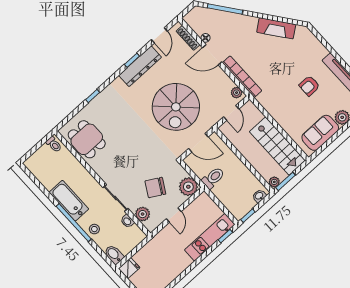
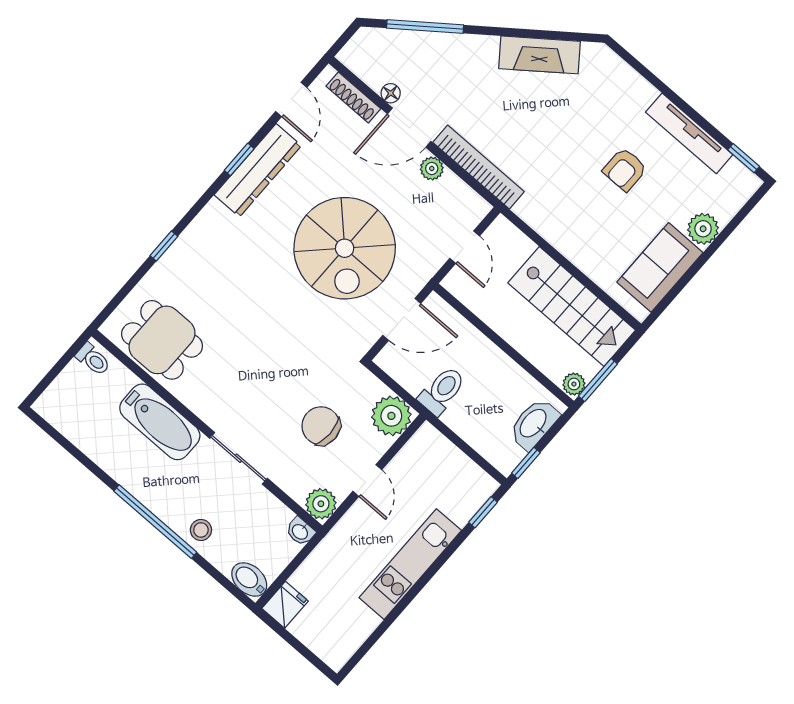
plant: (237, 93) -> (432, 168), moved
chair: (155, 187) -> (321, 426), turned 60
washbasin: (259, 196) -> (534, 424), width x1.91, depth x1.45
bathtub: (69, 201) -> (160, 422), moved, turned 180
plant: (143, 214) -> (321, 504), moved
washbasin: (127, 221) -> (300, 531), moved
kitchen unit: (210, 237) -> (410, 564), moved

